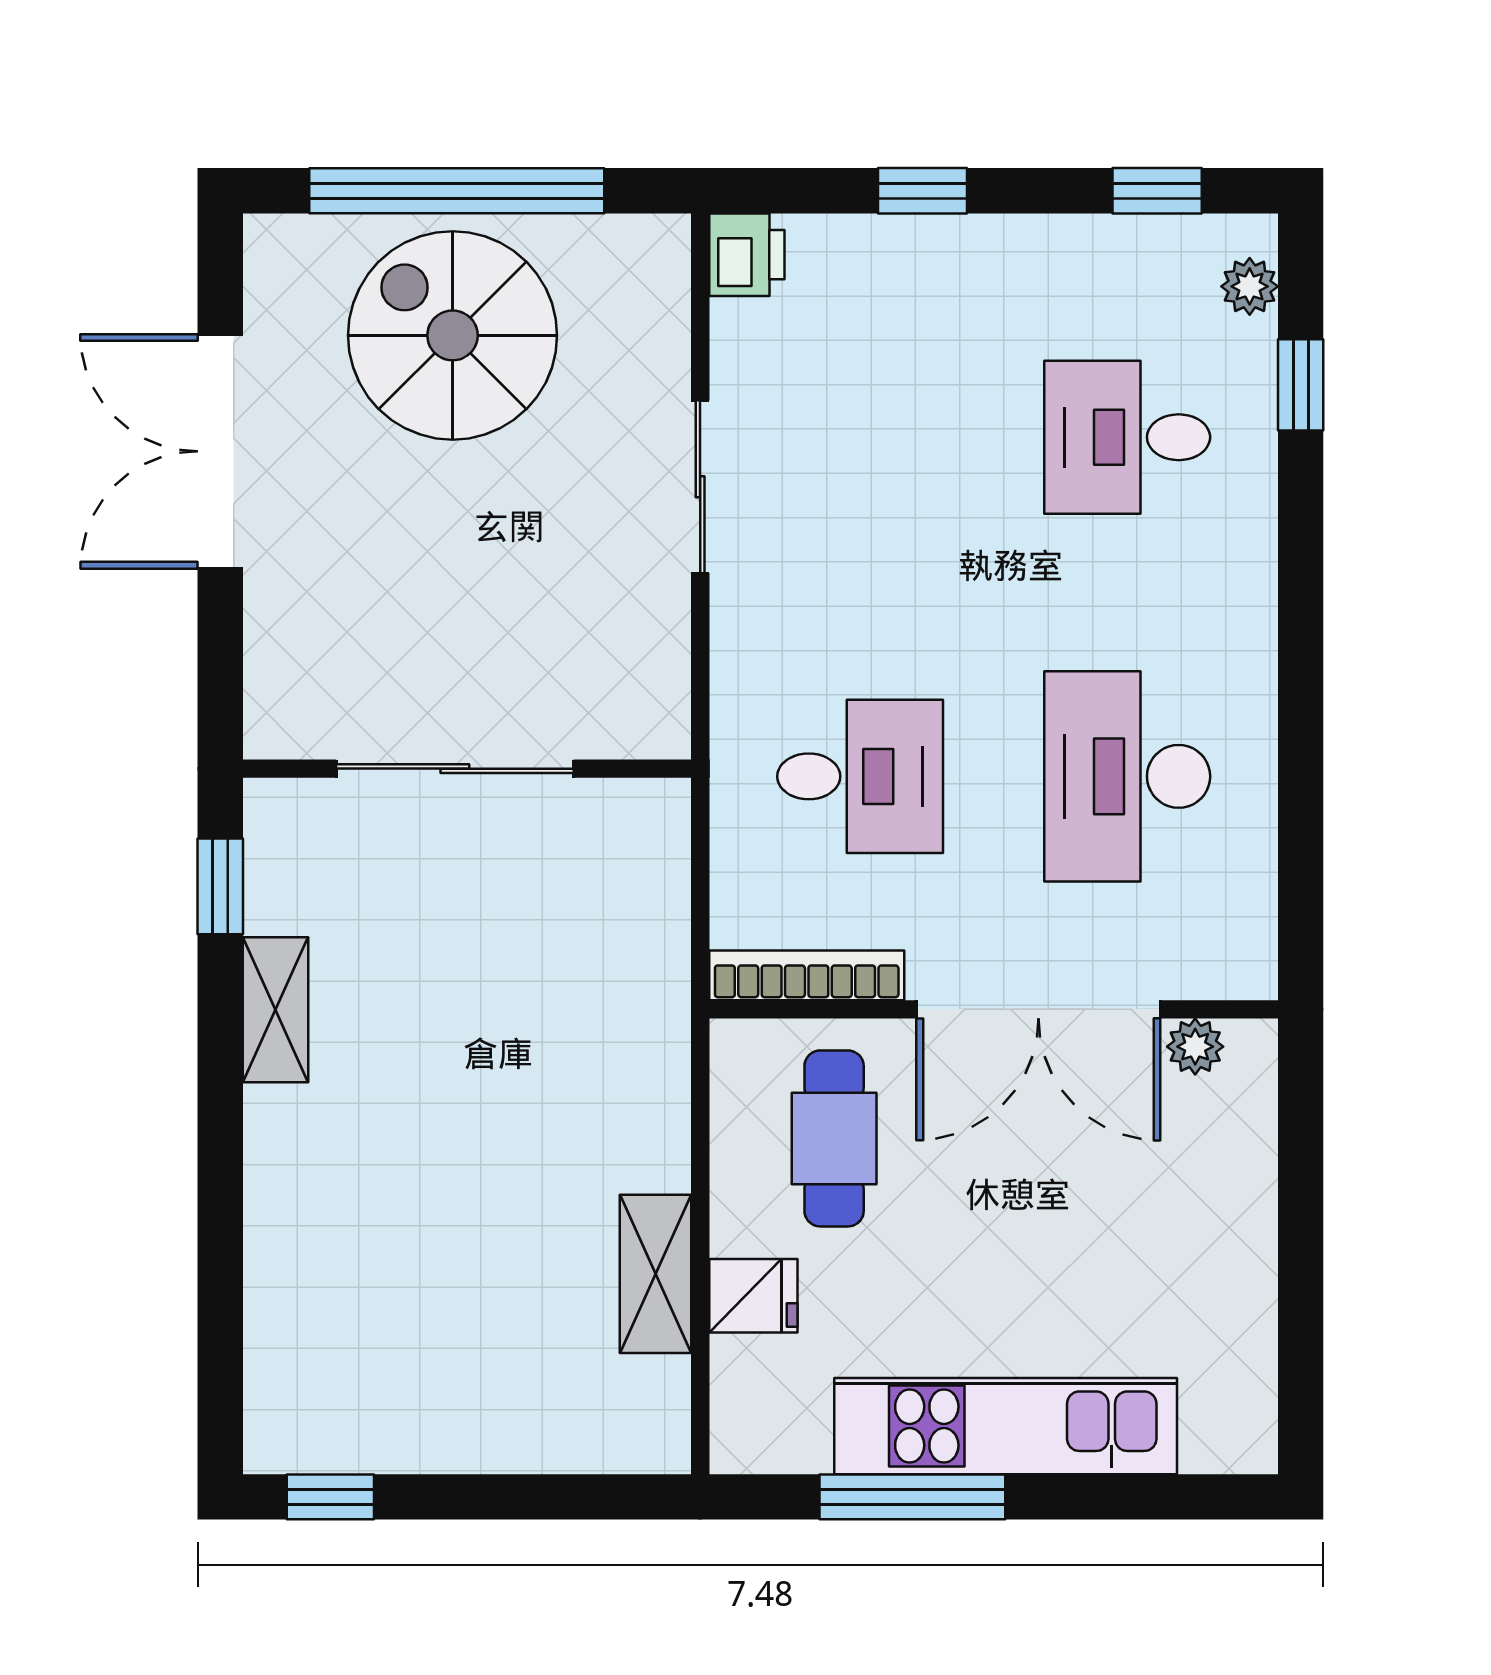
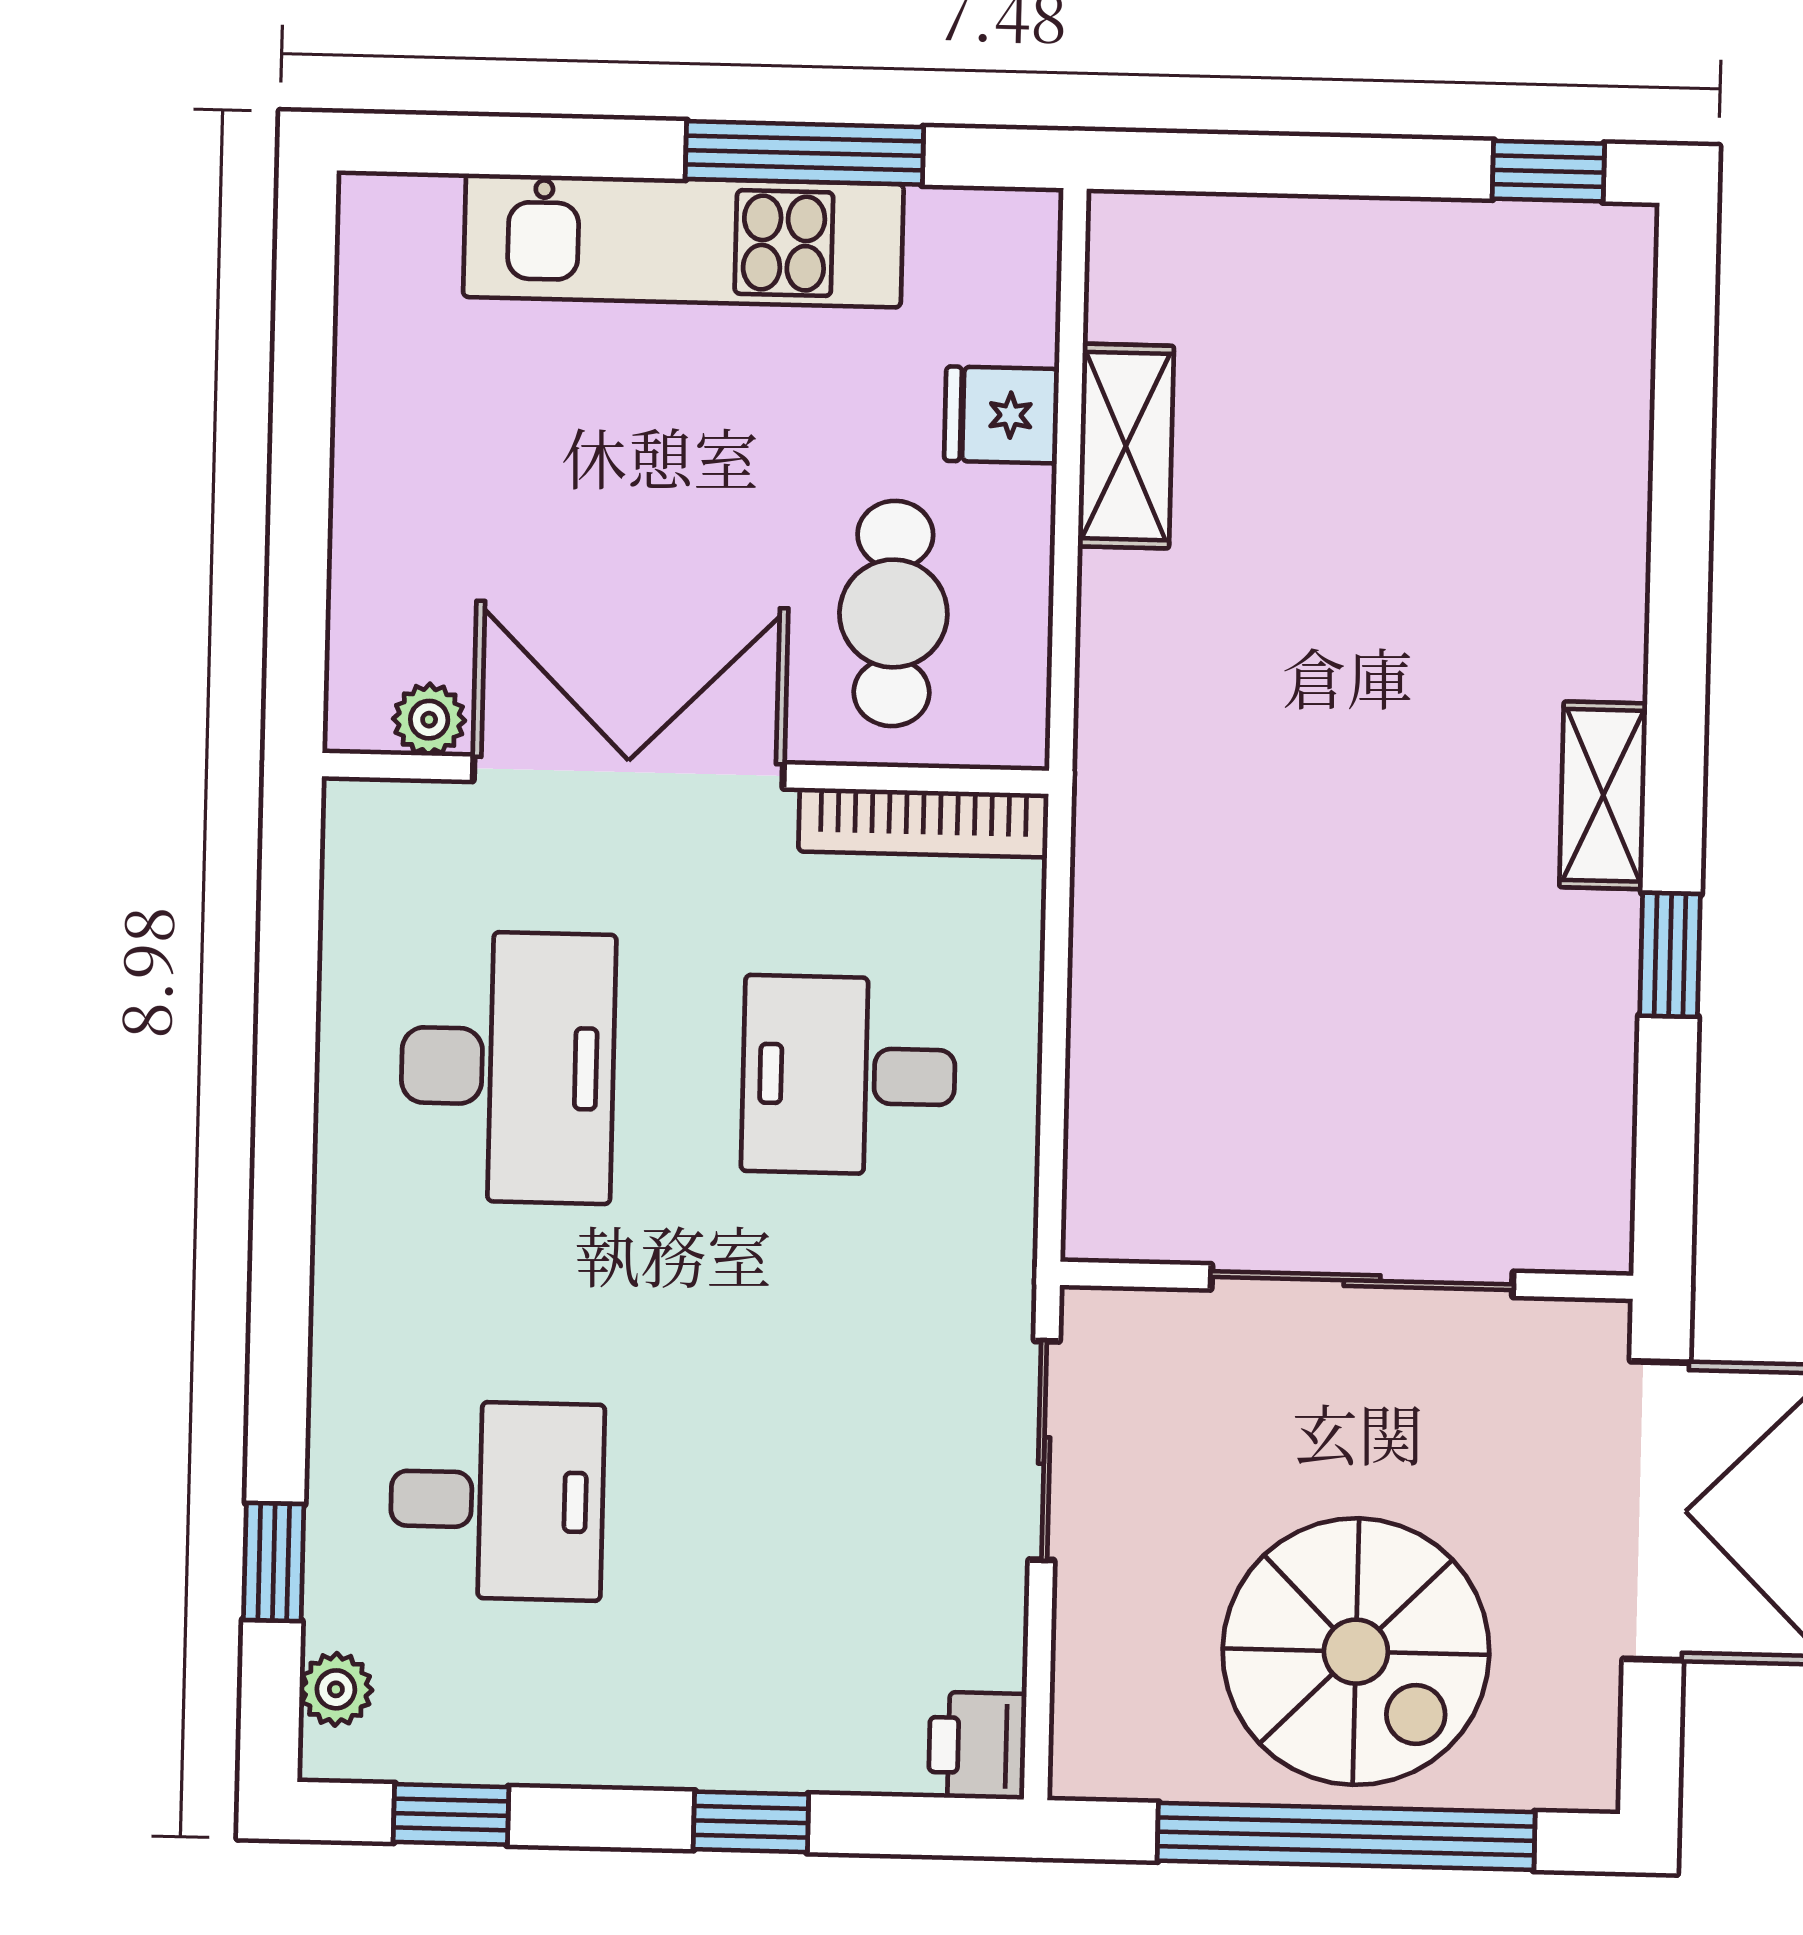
sliding door: (455, 769) -> (1362, 1281), moved
wall: (467, 769) -> (1347, 1280), moved

